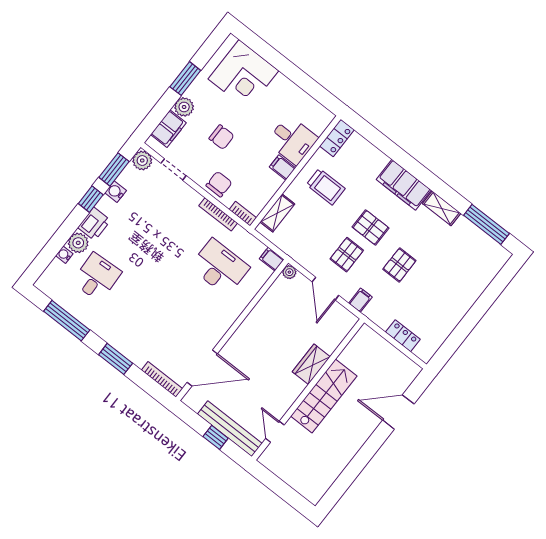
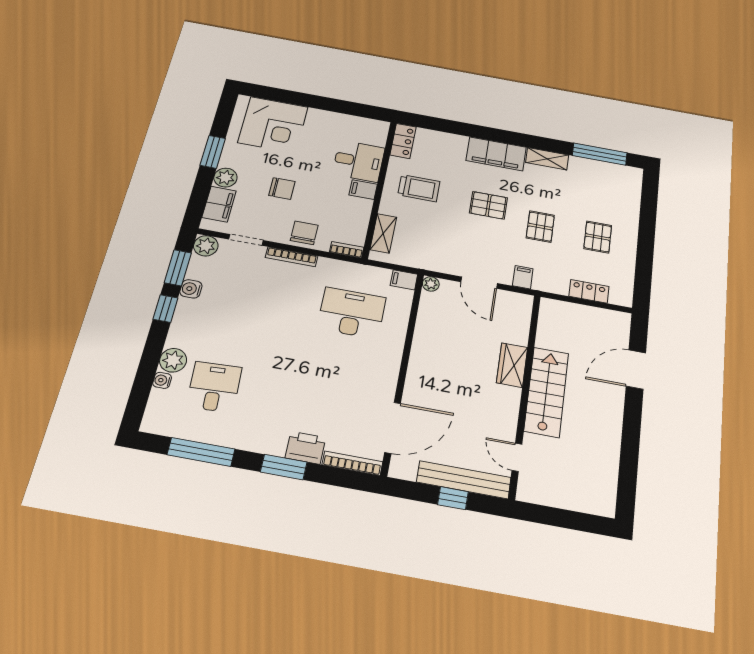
bookcase: (218, 214) -> (292, 257), moved
printer: (94, 224) -> (305, 448), moved, turned -90
pallet: (347, 255) -> (598, 237), moved

